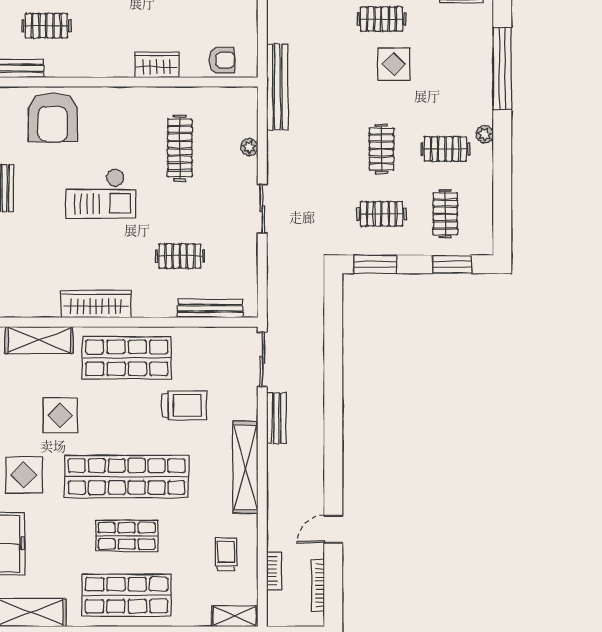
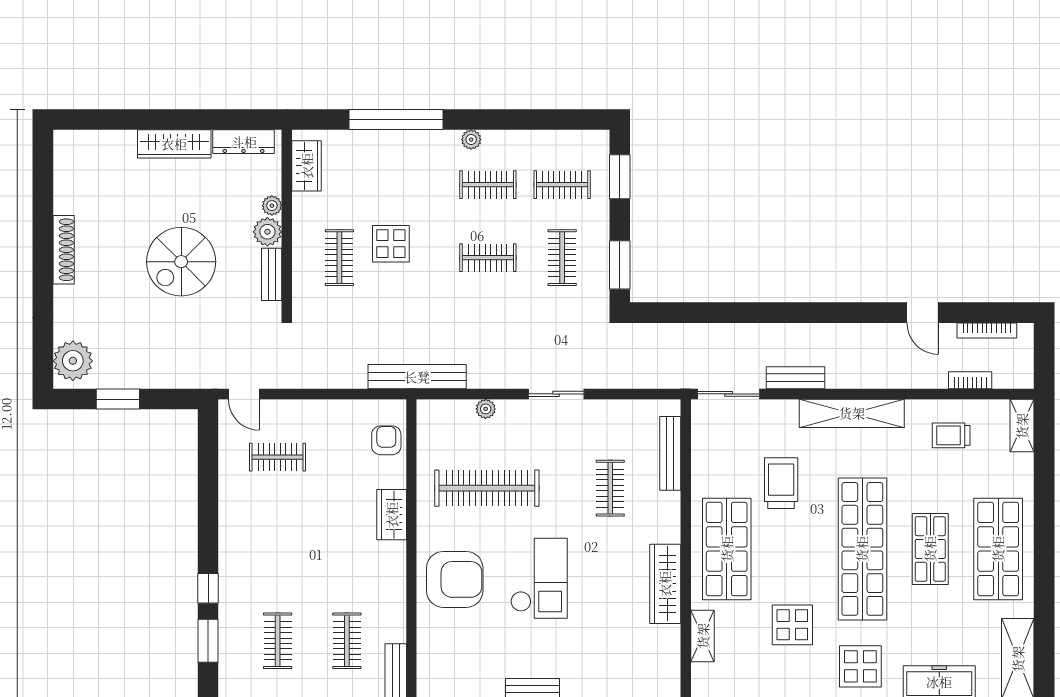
armchair: (53, 117) -> (455, 579), moved
clothes rail: (180, 148) -> (487, 488), width x1.37, depth x1.31
clothes rail: (445, 149) -> (488, 185), turned 90
shelving: (39, 340) -> (703, 636), width x0.67, depth x0.75

